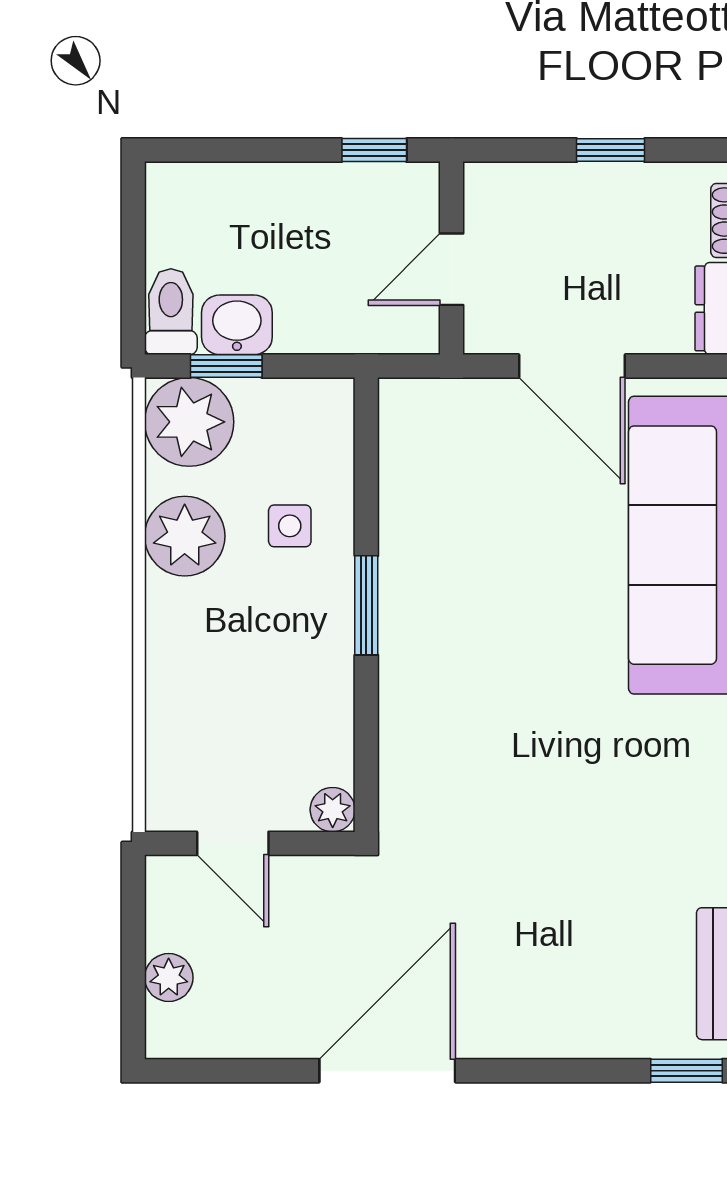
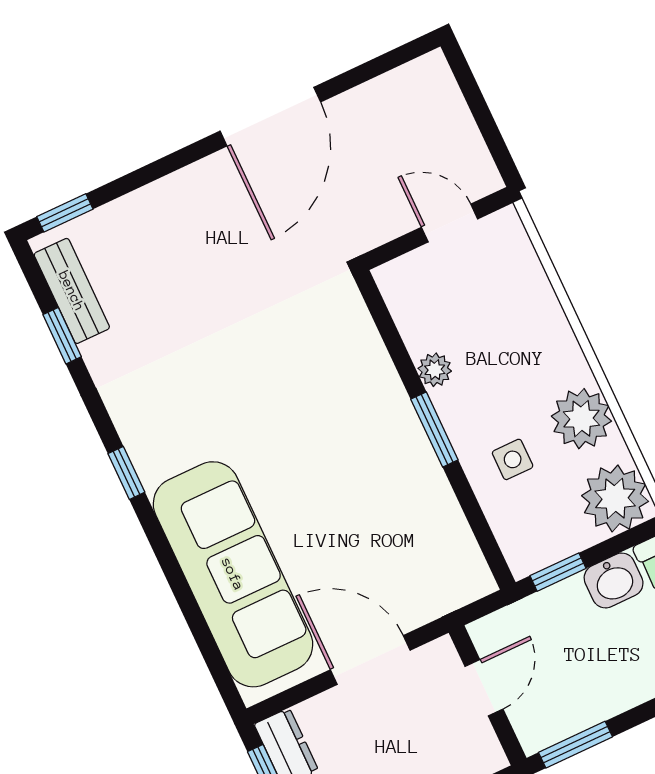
window: (374, 150) -> (575, 745), width x1.50
window: (226, 366) -> (558, 572), moved
plant: (333, 810) -> (435, 370), moved
plant: (169, 977) -> (450, 110), removed

